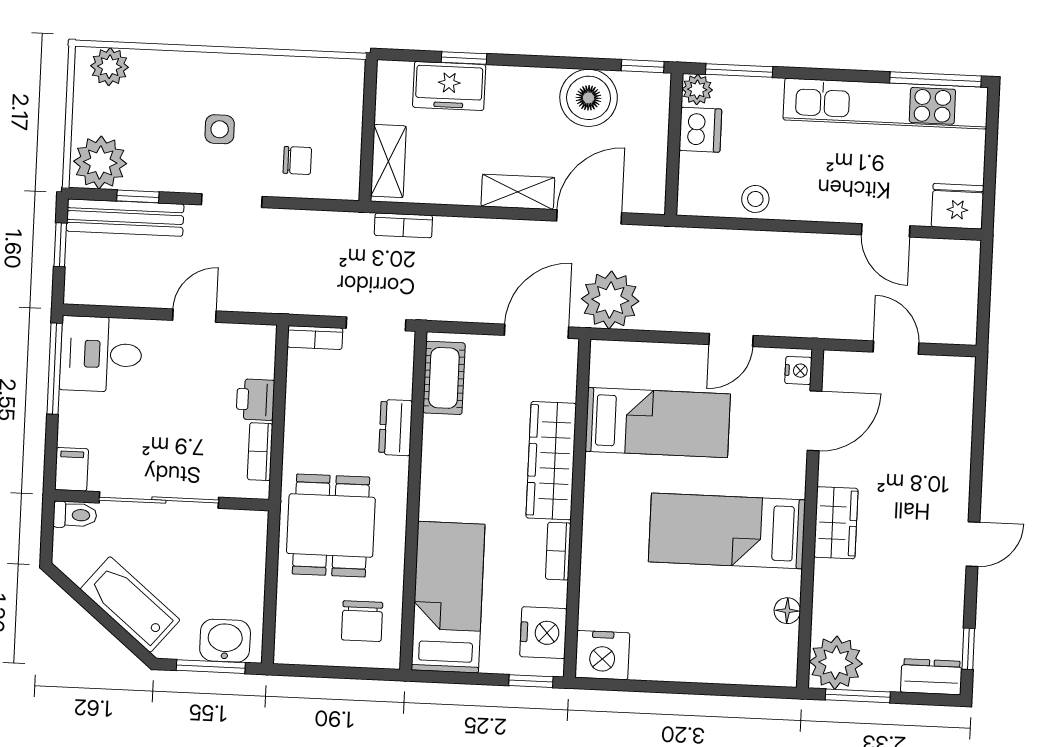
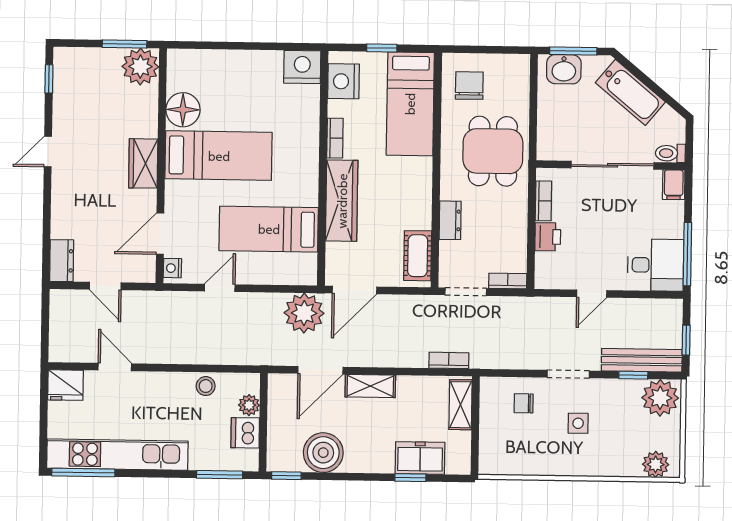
plant: (697, 89) -> (249, 405), moved
floor lamp: (787, 611) -> (183, 110), width x1.89, depth x1.89
dresser: (931, 677) -> (62, 261), moved, turned -90
window: (531, 681) -> (382, 48), moved

